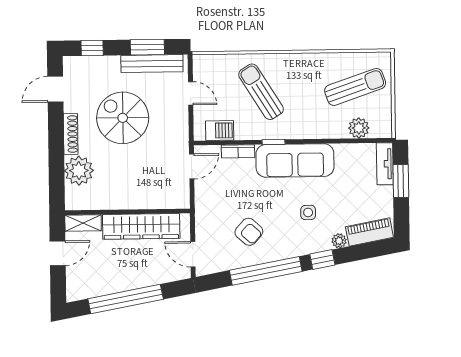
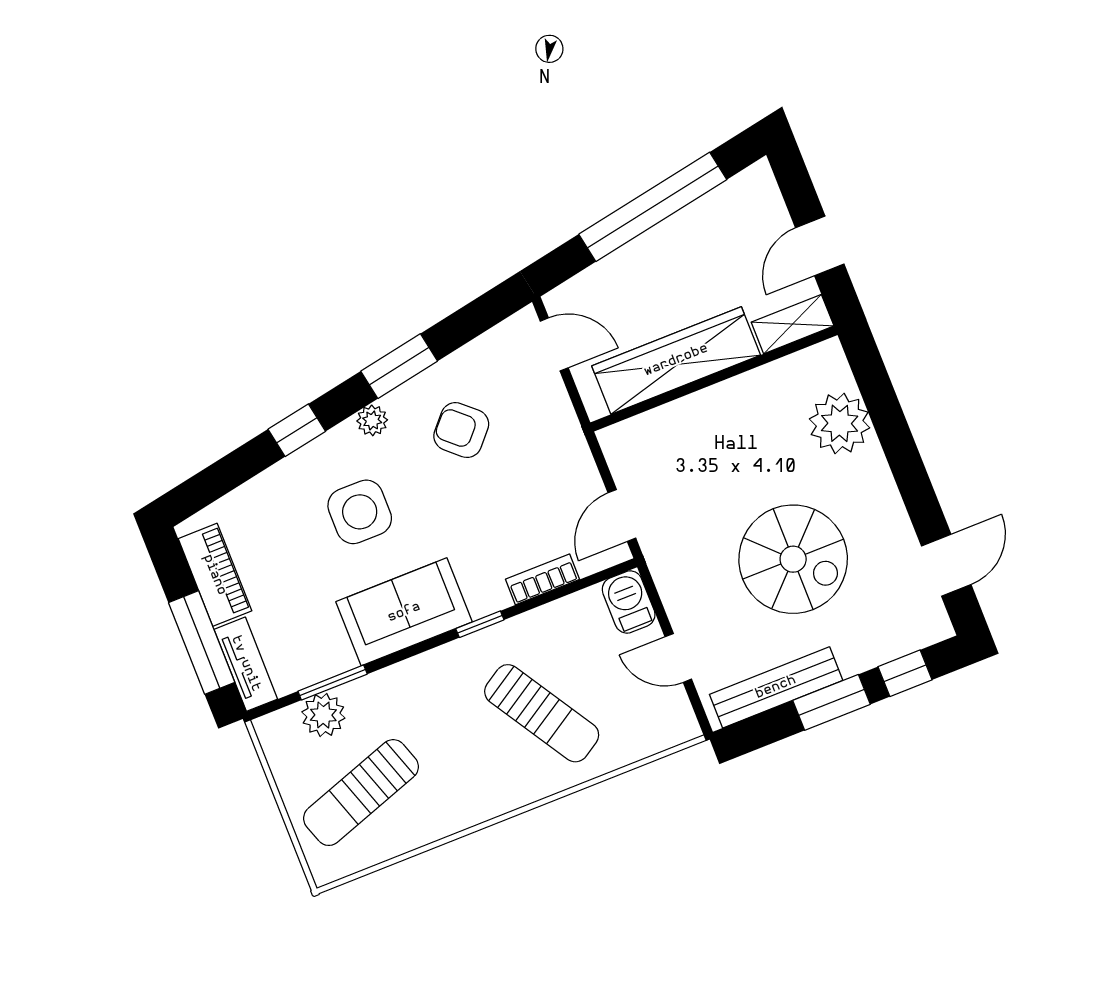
window: (147, 47) -> (831, 702), moved
barbecue: (220, 130) -> (629, 602), moved, turned 90
shoe rack: (71, 134) -> (883, 489), removed
window: (349, 141) -> (333, 683), added
sofa: (295, 160) -> (404, 612), width x0.73
window: (401, 181) -> (202, 642), width x1.44
side table: (308, 212) -> (360, 512), width x1.87, depth x1.87
piano: (369, 232) -> (215, 575), moved, turned -79
plant: (339, 241) -> (372, 420), moved
window: (266, 271) -> (399, 366), width x0.47

